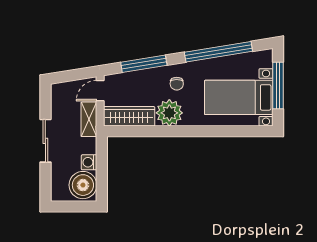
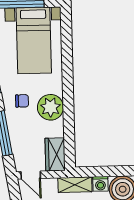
wardrobe: (129, 116) -> (55, 154), width x0.67
shelving: (89, 119) -> (75, 185), moved

